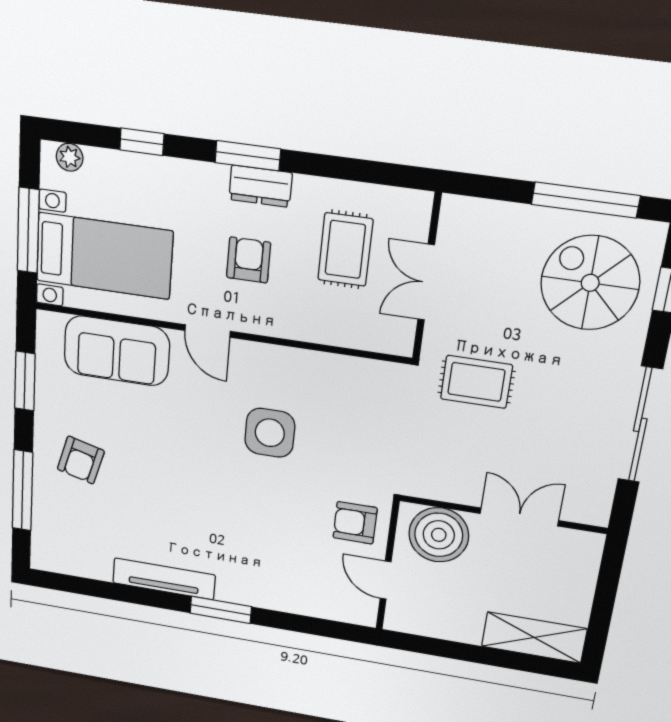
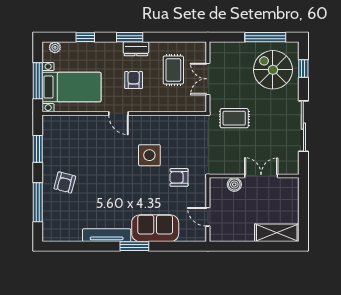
sofa: (117, 351) -> (155, 228), moved, turned 180
armchair: (355, 523) -> (179, 177), moved
boiler: (439, 535) -> (234, 184), width x0.54, depth x0.54

